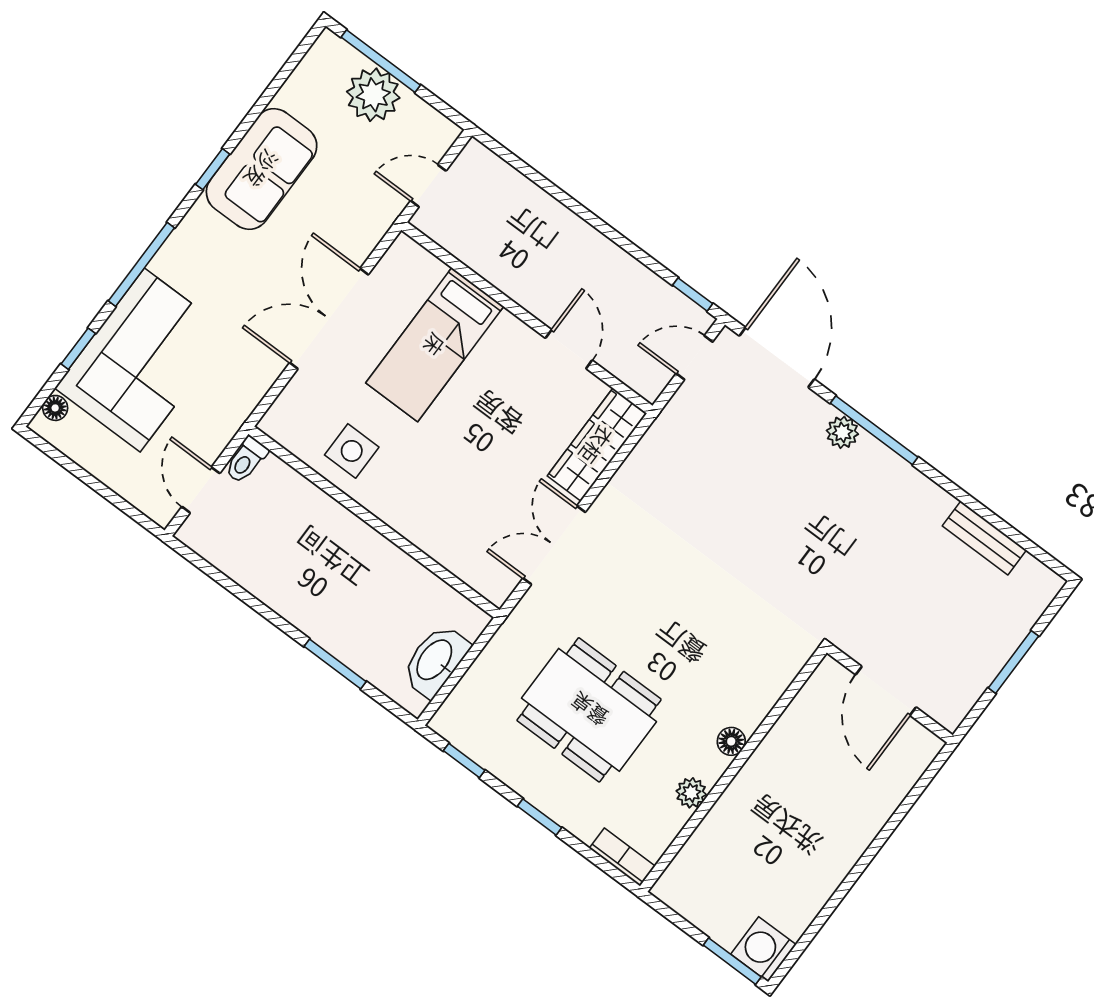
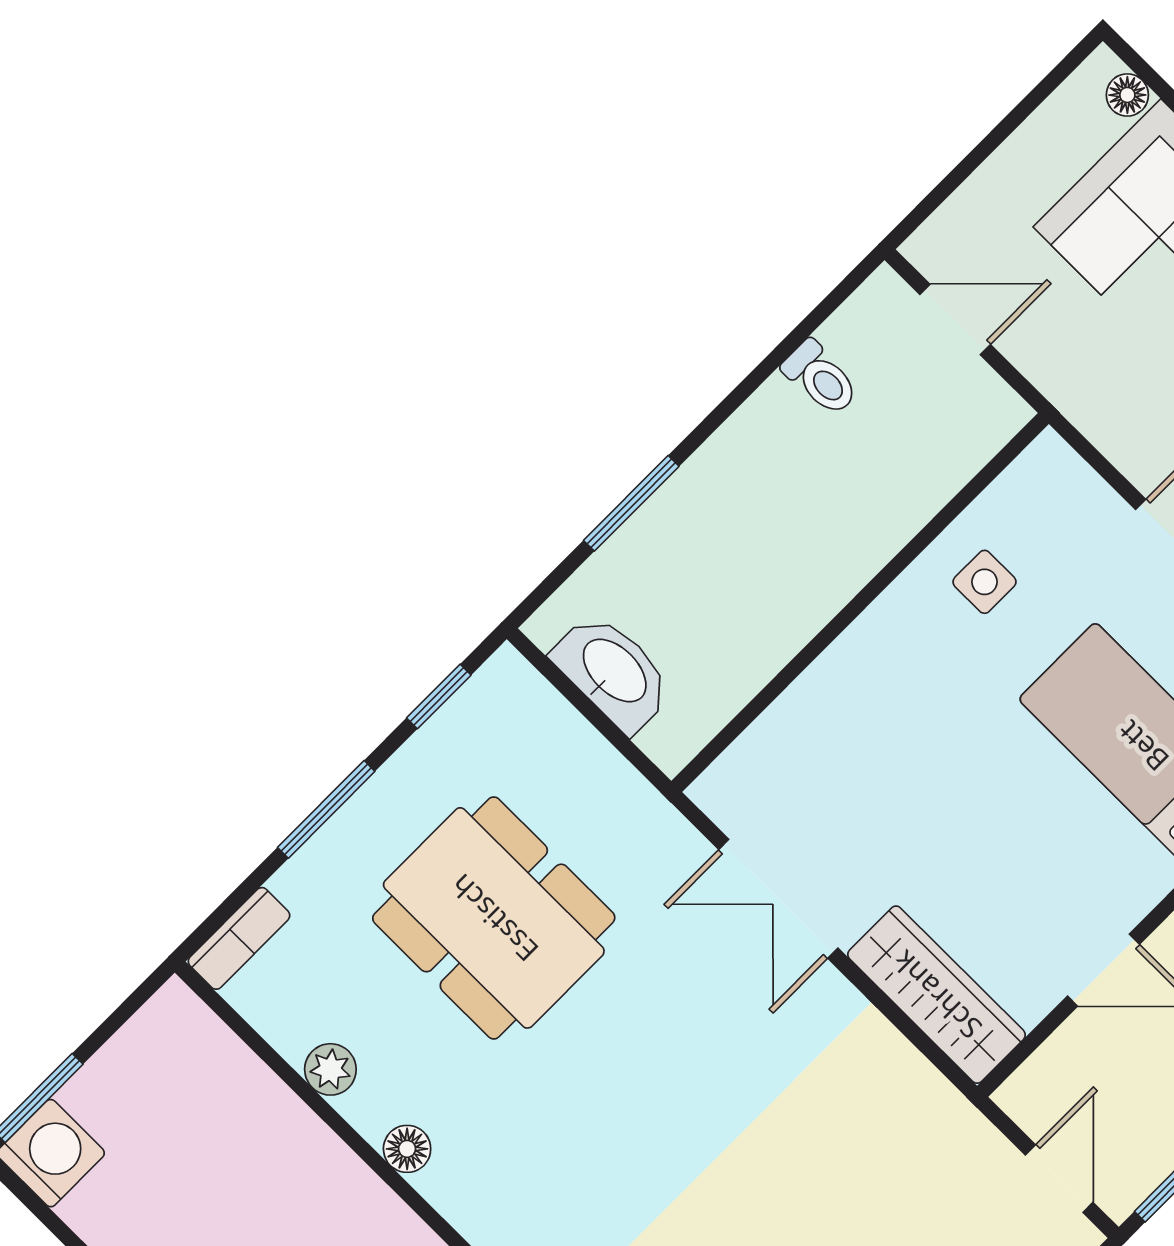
side table: (352, 451) -> (985, 582), width x0.73, depth x0.73
toilet: (246, 460) -> (821, 378), moved, turned 180
double door: (554, 545) -> (778, 899), swing flipped
dining table: (589, 710) -> (494, 918), turned 90
window: (540, 817) -> (326, 809), width x1.50

